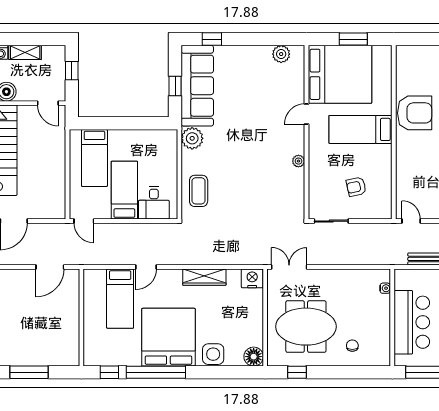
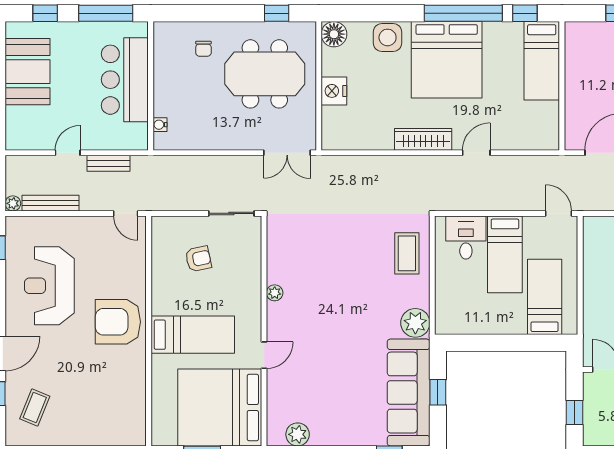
armchair: (415, 113) -> (118, 322), moved
wardrobe: (204, 277) -> (423, 139), moved
nightstand: (252, 278) -> (334, 91), moved, turned 90
bed: (120, 299) -> (542, 61), moved, turned 180

